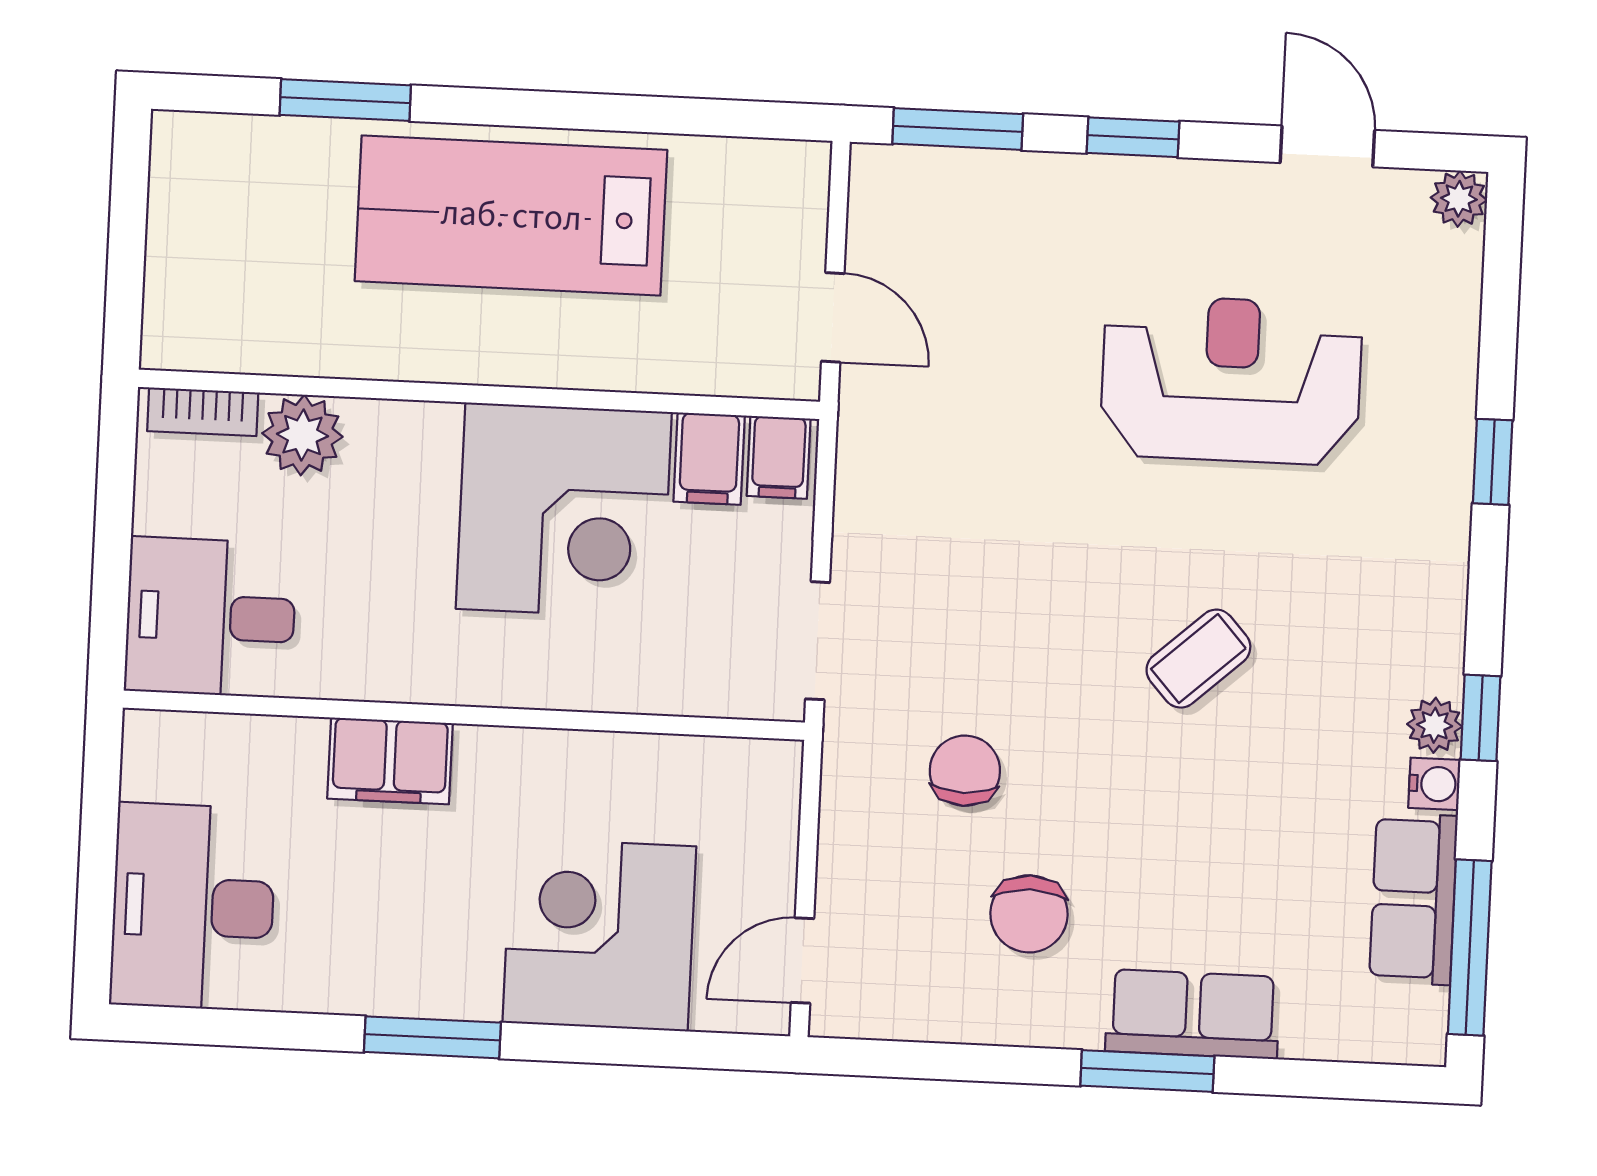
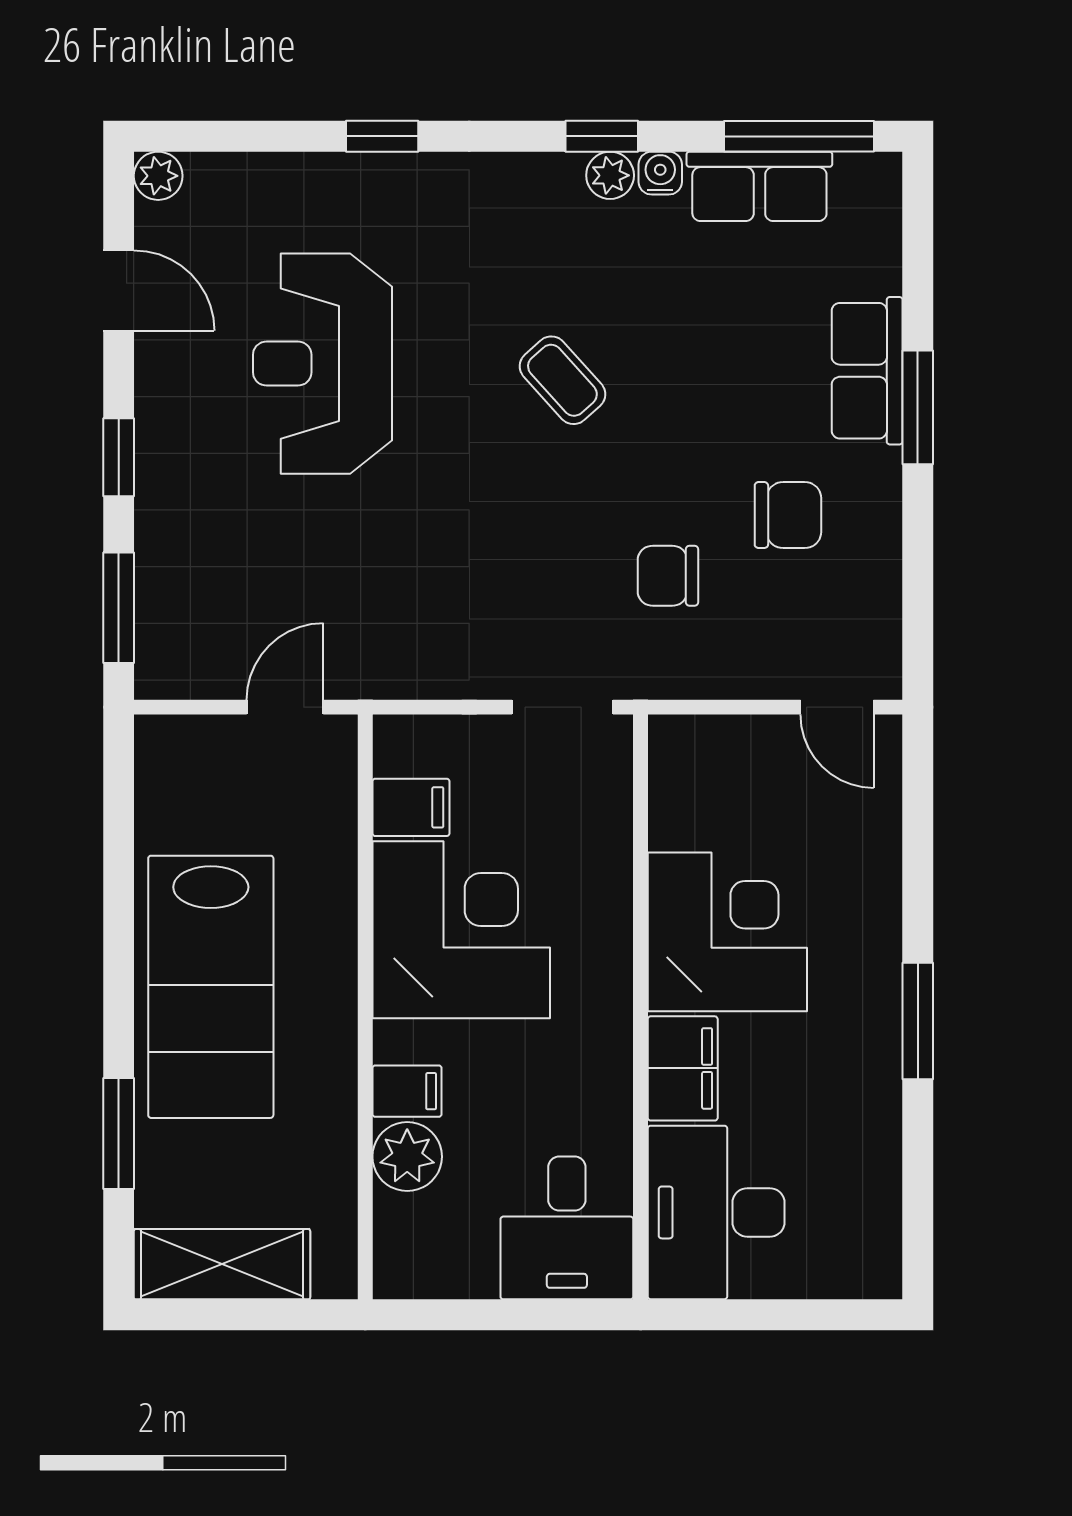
door: (1327, 146) -> (119, 290), swing flipped
shelving: (187, 213) -> (222, 1264), added
bookcase: (203, 412) -> (391, 1243), removed
filing cabinet: (779, 457) -> (407, 1091), moved
desk: (193, 907) -> (716, 1212), moved, turned 90
corner desk: (599, 935) -> (727, 932), moved, turned 180

